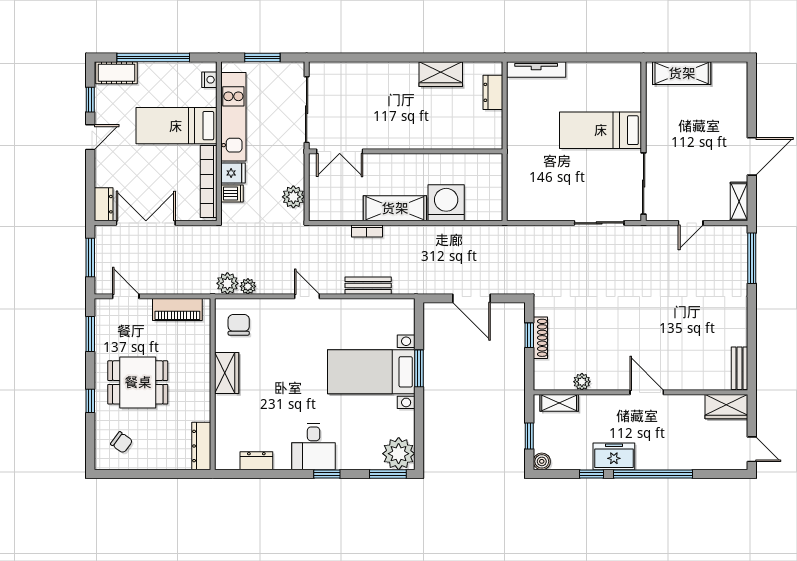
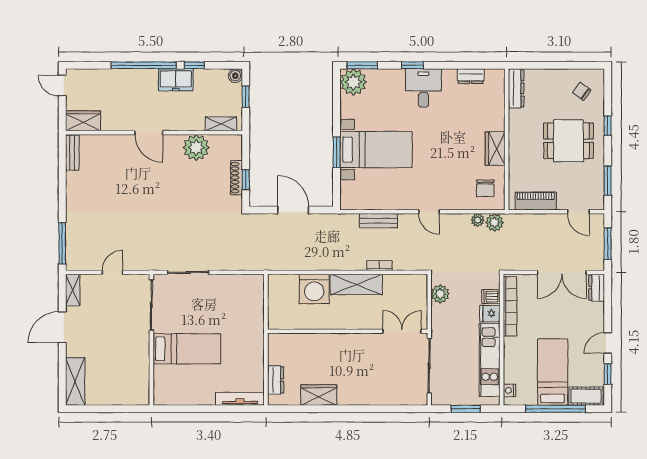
shelving: (682, 73) -> (75, 381), moved, turned 90
bed: (176, 126) -> (553, 372), moved, turned -90
plant: (582, 382) -> (196, 148), width x1.88, depth x1.88

